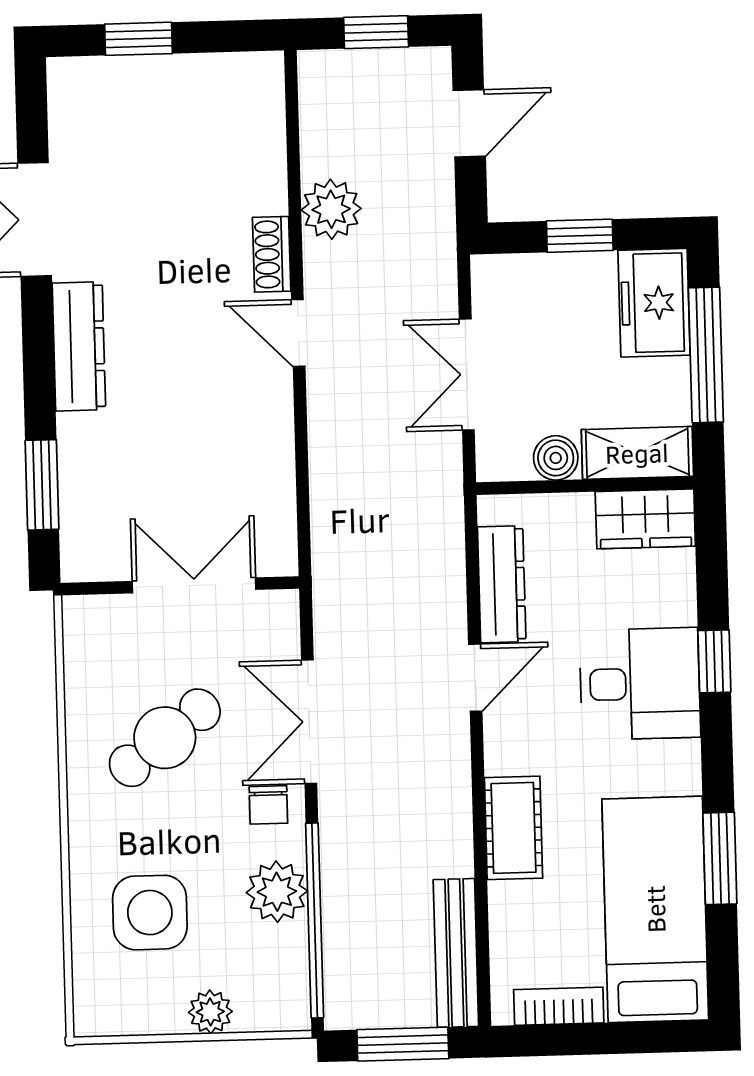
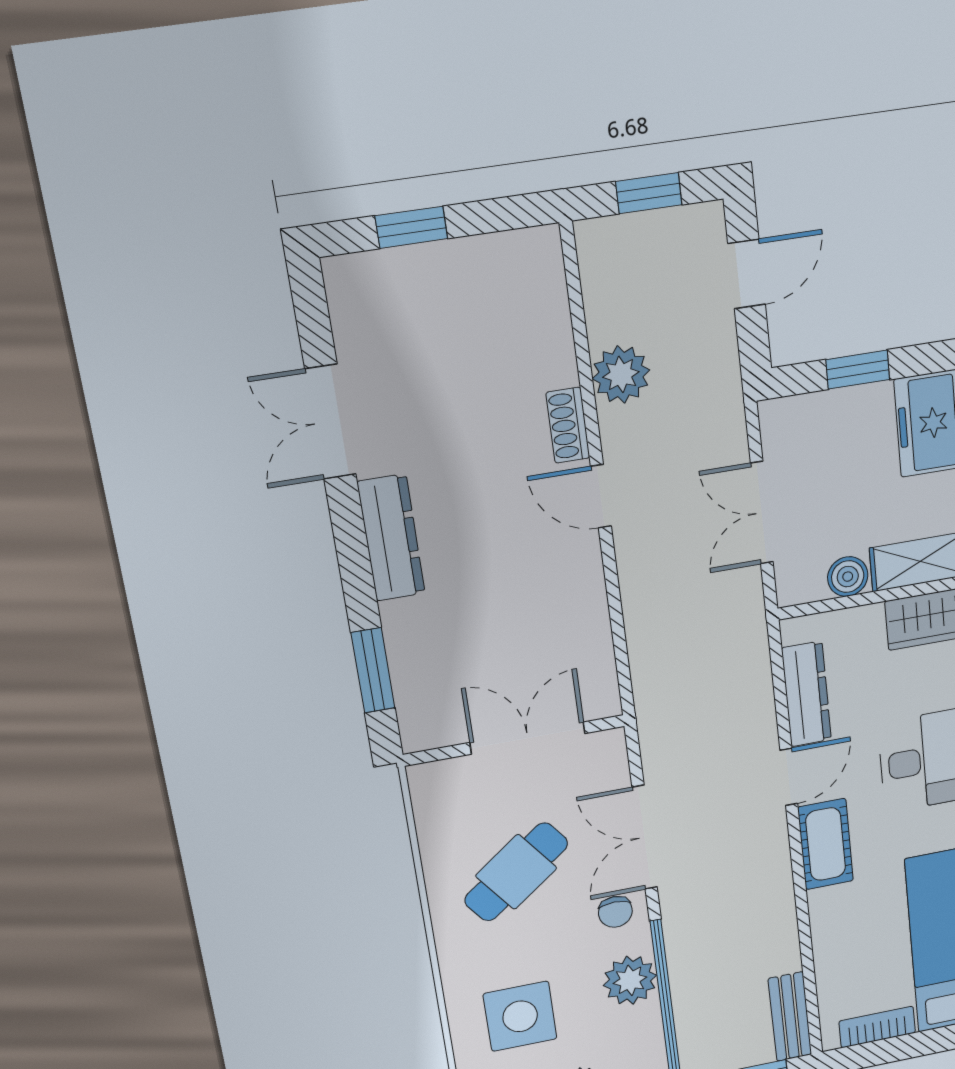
cot: (514, 828) -> (826, 844), moved
bench: (456, 953) -> (790, 1017), width x0.73

